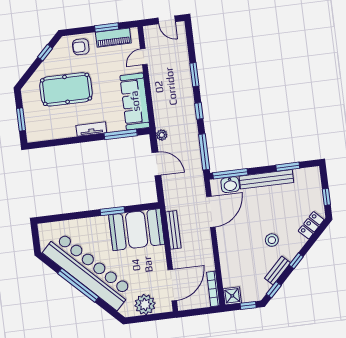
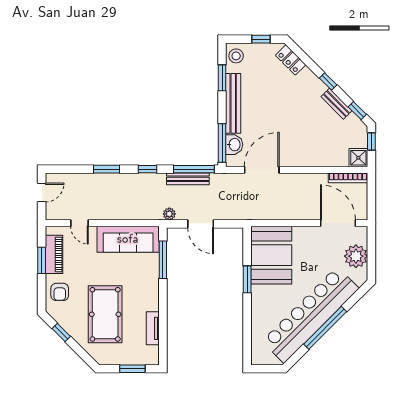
tv unit: (91, 129) -> (153, 328), moved
door: (156, 164) -> (201, 224), swing flipped
door: (211, 212) -> (262, 170), hinge flipped
bench: (173, 230) -> (188, 179), moved
stool: (272, 240) -> (236, 56), moved

